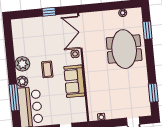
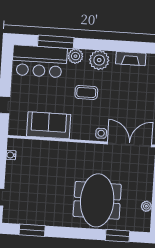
fireplace: (18, 41) -> (131, 59), added
meeting table: (124, 49) -> (97, 200), turned 90
sofa: (74, 81) -> (49, 125), moved

